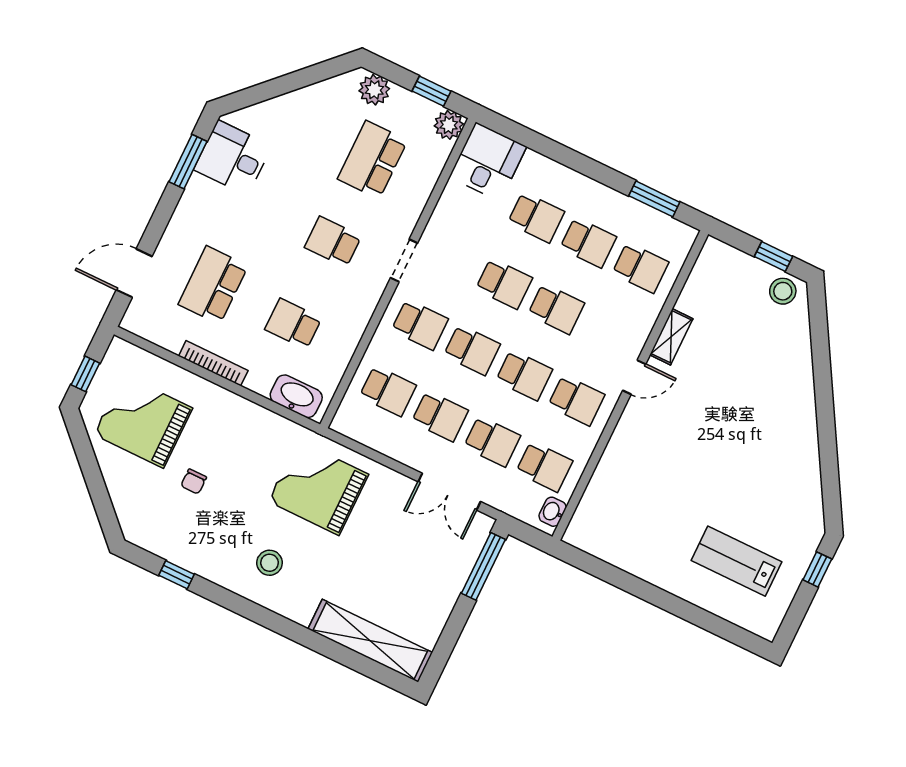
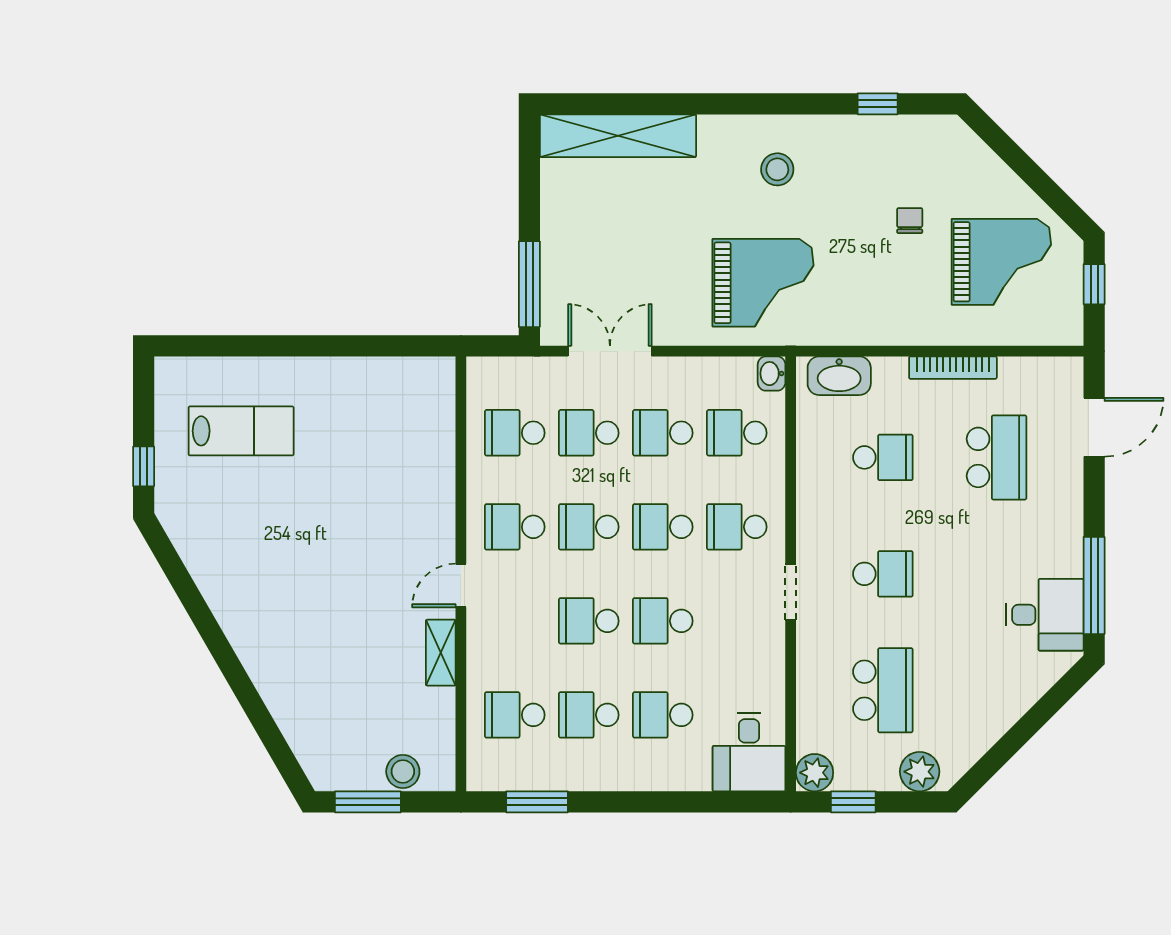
window: (188, 162) -> (1094, 585), width x1.44
window: (773, 257) -> (368, 802), width x1.50
stool: (783, 291) -> (403, 771), moved
washbasin: (553, 512) -> (772, 374), moved, turned 180

